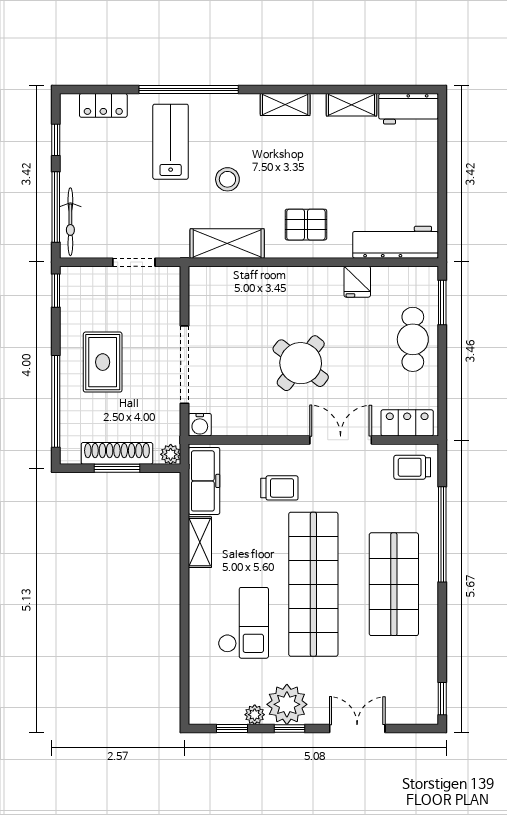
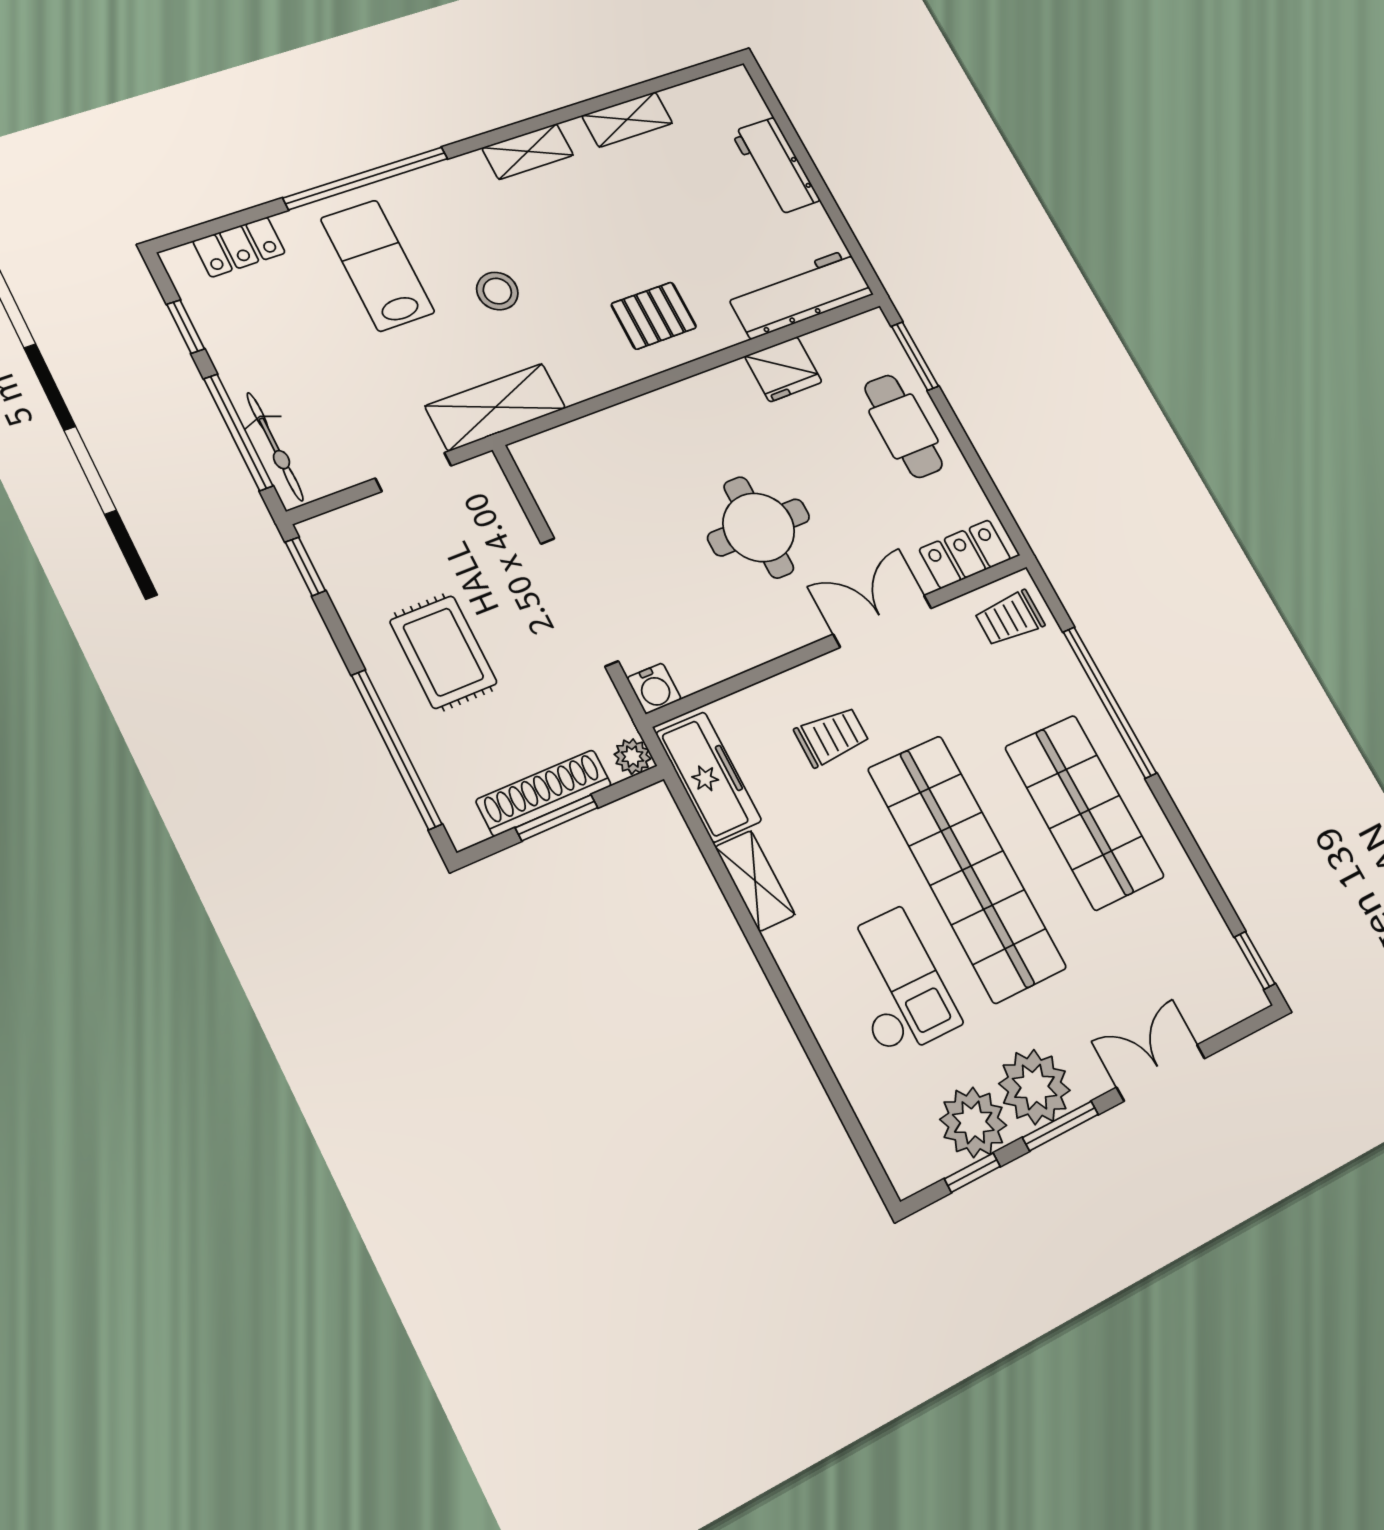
workbench: (409, 109) -> (776, 166), moved, turned 90
shelving: (227, 243) -> (496, 407), moved
fridge: (357, 282) -> (783, 369), width x1.38
round table: (301, 363) -> (759, 527), turned -38
plant: (255, 715) -> (973, 1122), width x1.88, depth x1.88
window: (289, 729) -> (1060, 1126), width x1.50

